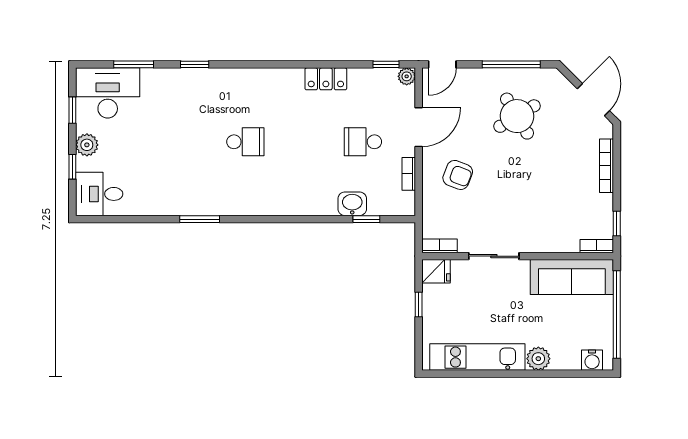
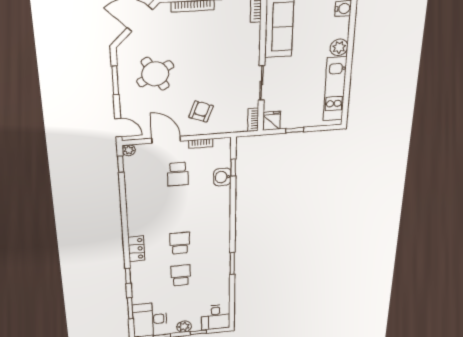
window: (511, 64) -> (115, 80), width x0.69
locker: (326, 79) -> (136, 249), moved
school desk: (187, 142) -> (181, 275), added

